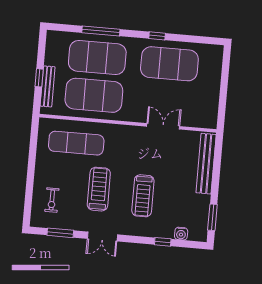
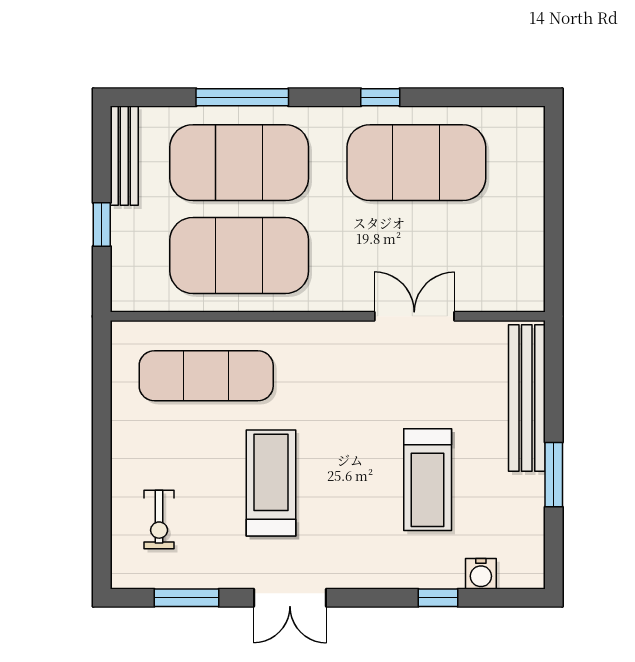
bench: (48, 86) -> (124, 156), moved
treadmill: (143, 196) -> (428, 480), moved
window: (212, 217) -> (554, 475), moved

